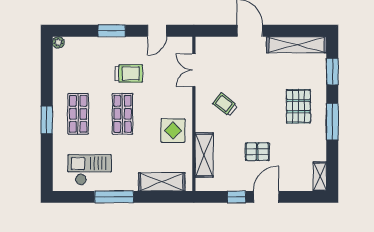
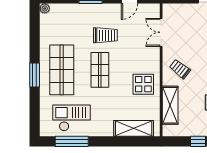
trolley: (225, 105) -> (180, 69), moved
shop shelf: (78, 114) -> (62, 70), width x1.43, depth x1.36
window: (114, 197) -> (72, 141), moved

